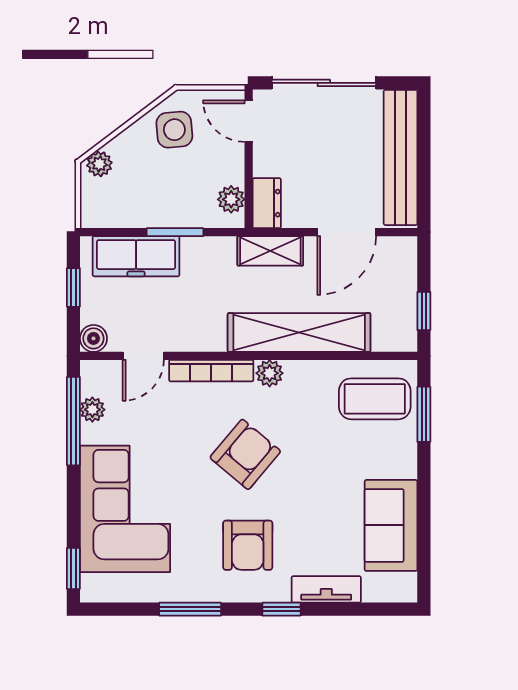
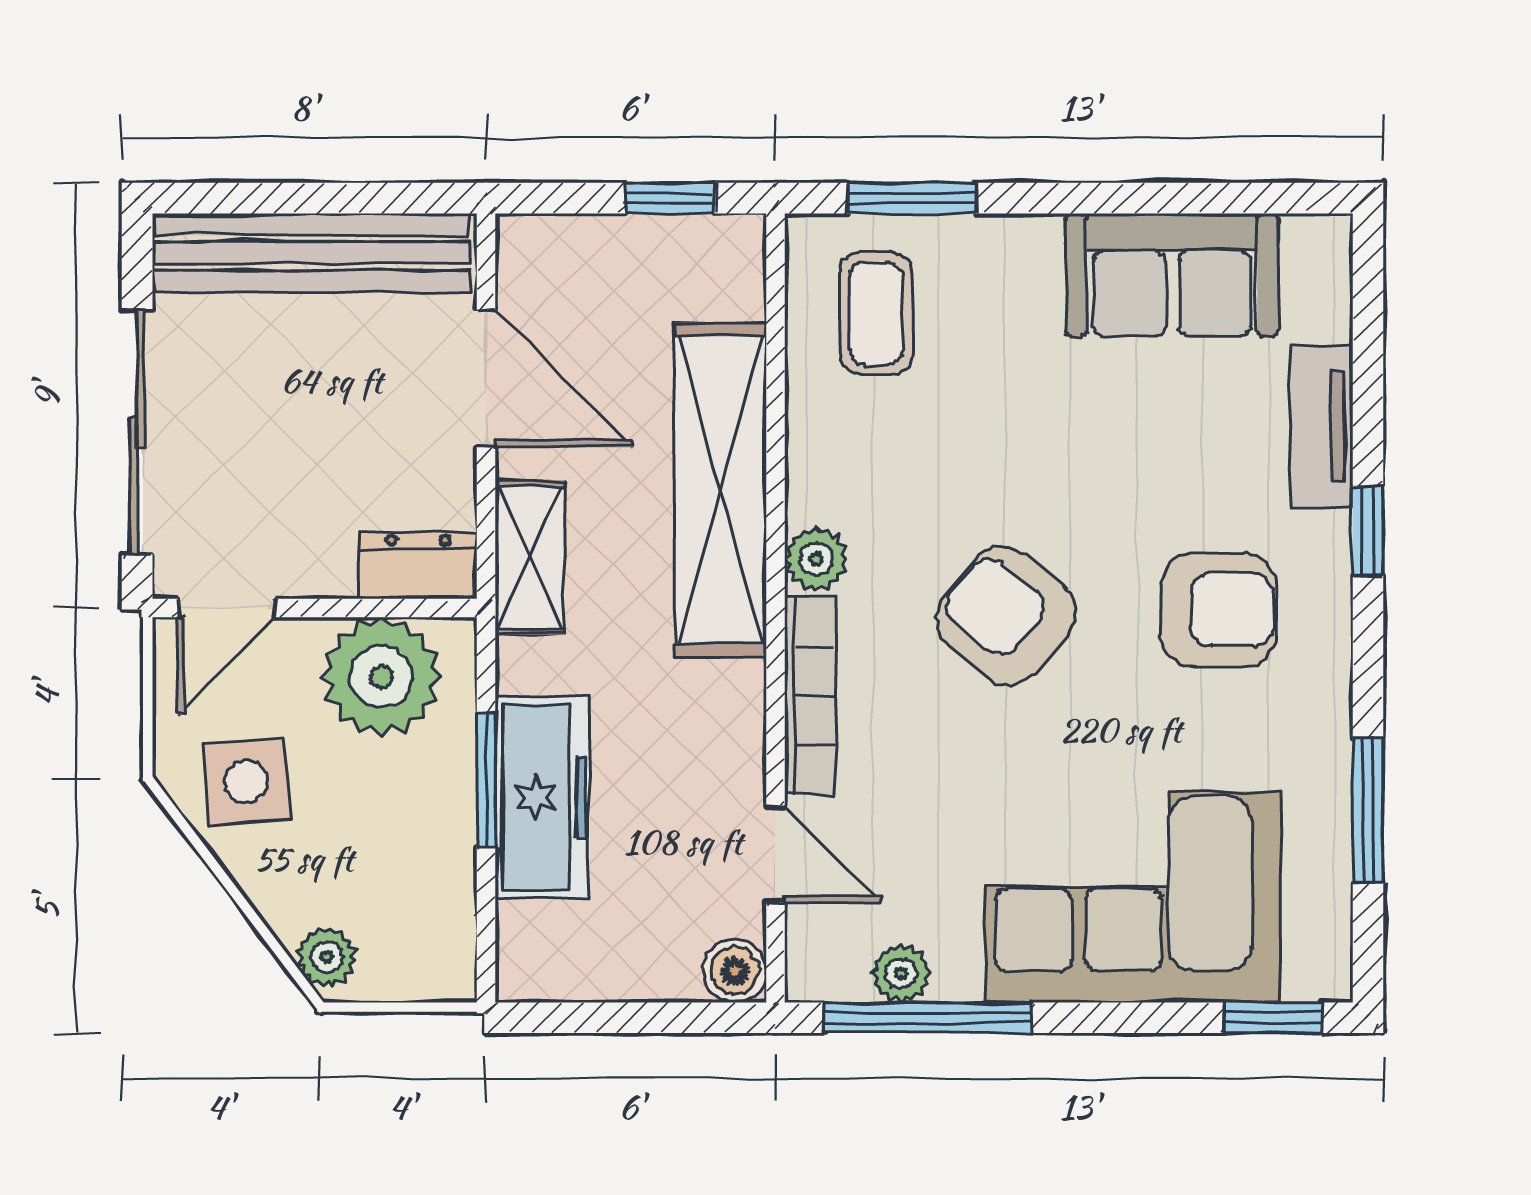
plant: (231, 199) -> (381, 677), width x1.88, depth x1.88
freezer: (136, 256) -> (542, 797), moved
window: (73, 287) -> (615, 1018), removed
coffee table: (375, 399) -> (876, 313), width x0.73, depth x0.77
window: (190, 609) -> (1368, 810), moved

